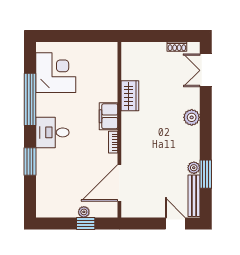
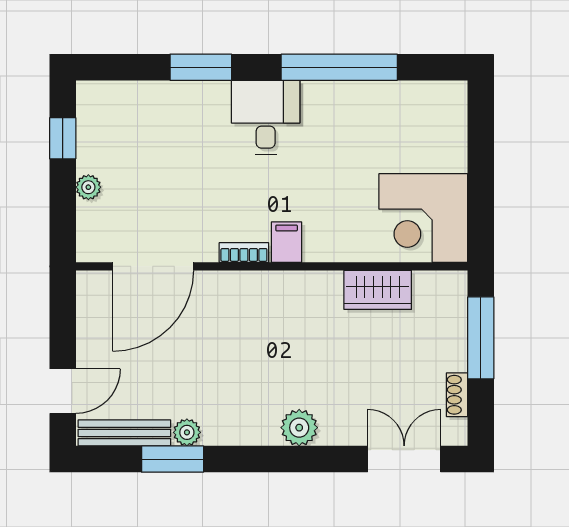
window: (151, 36) -> (481, 338), added
corner desk: (56, 73) -> (423, 218), moved, turned 90
wardrobe: (130, 96) -> (378, 290), moved
filing cabinet: (108, 116) -> (287, 242), width x0.50
door: (119, 183) -> (153, 266), swing flipped
window: (86, 223) -> (63, 138), moved

